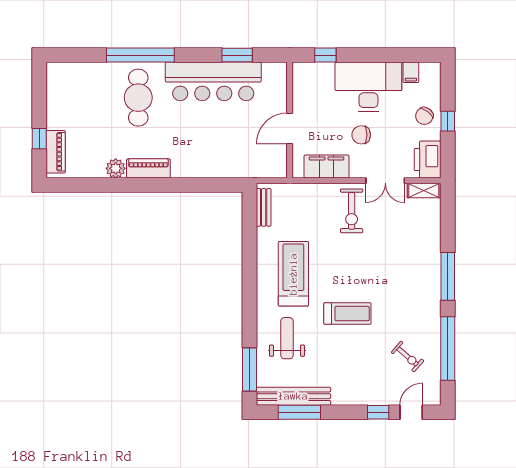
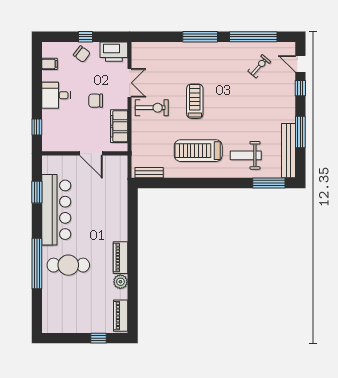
desk: (368, 87) -> (56, 95), width x0.53, depth x0.77
chair: (361, 135) -> (96, 101), turned 90
piano: (56, 152) -> (121, 316), moved, turned -90
shelving: (424, 191) -> (137, 54), removed
treadmill: (347, 314) -> (195, 101), moved
window: (299, 412) -> (300, 132), moved

